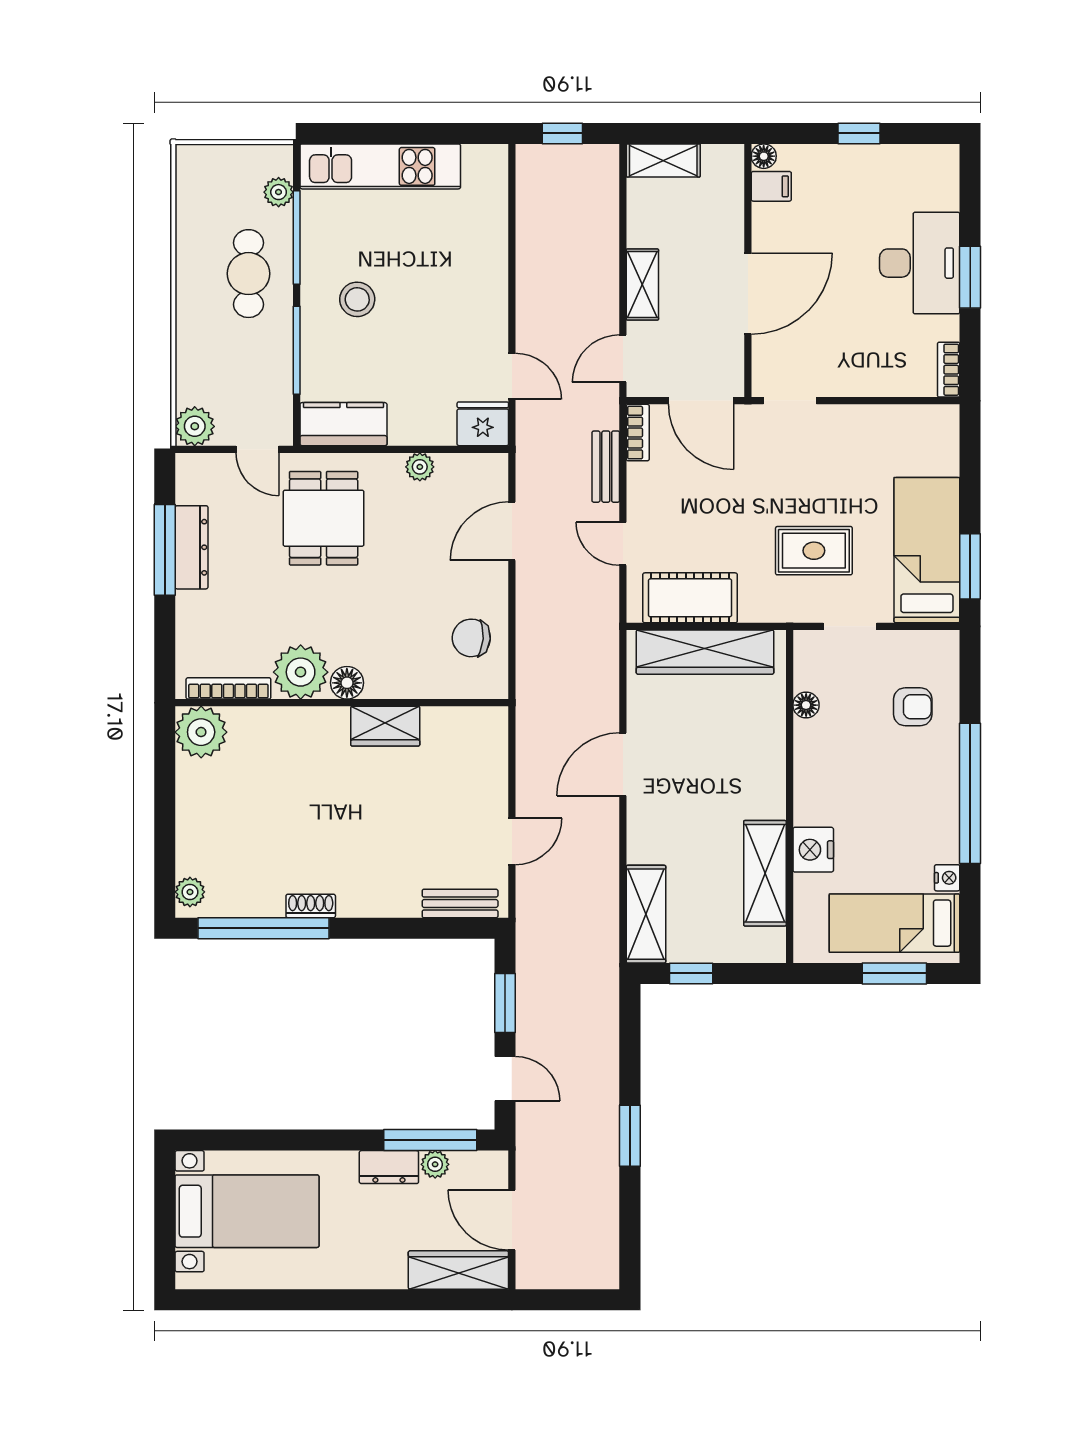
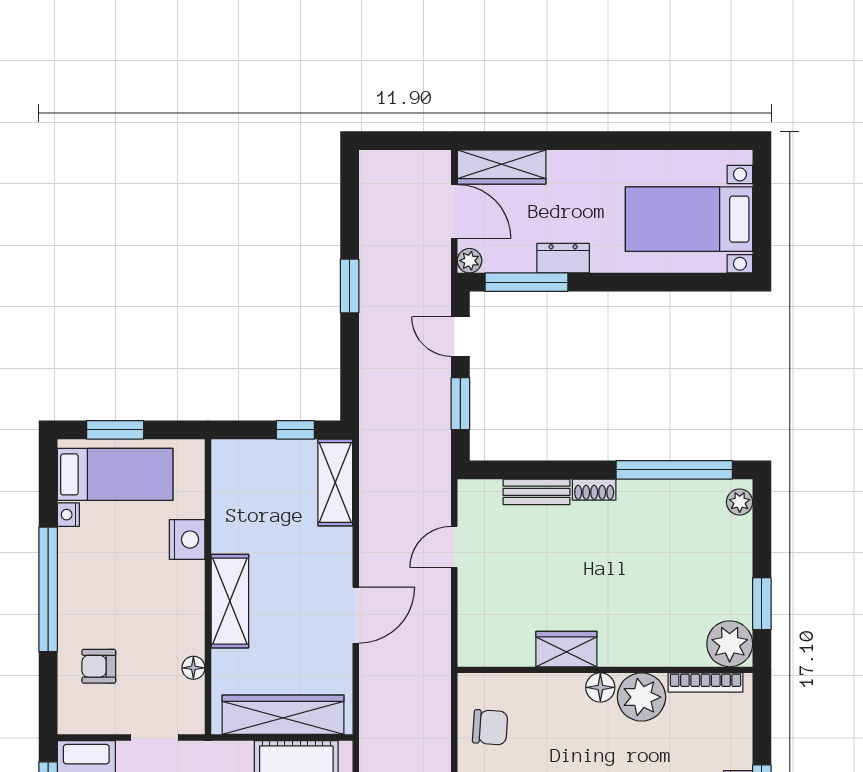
window: (165, 777) -> (762, 604), added
shelving: (765, 873) -> (230, 601), moved
bench: (460, 904) -> (536, 492), moved
shoe rack: (311, 906) -> (594, 490), moved
plant: (435, 1164) -> (470, 261), moved

